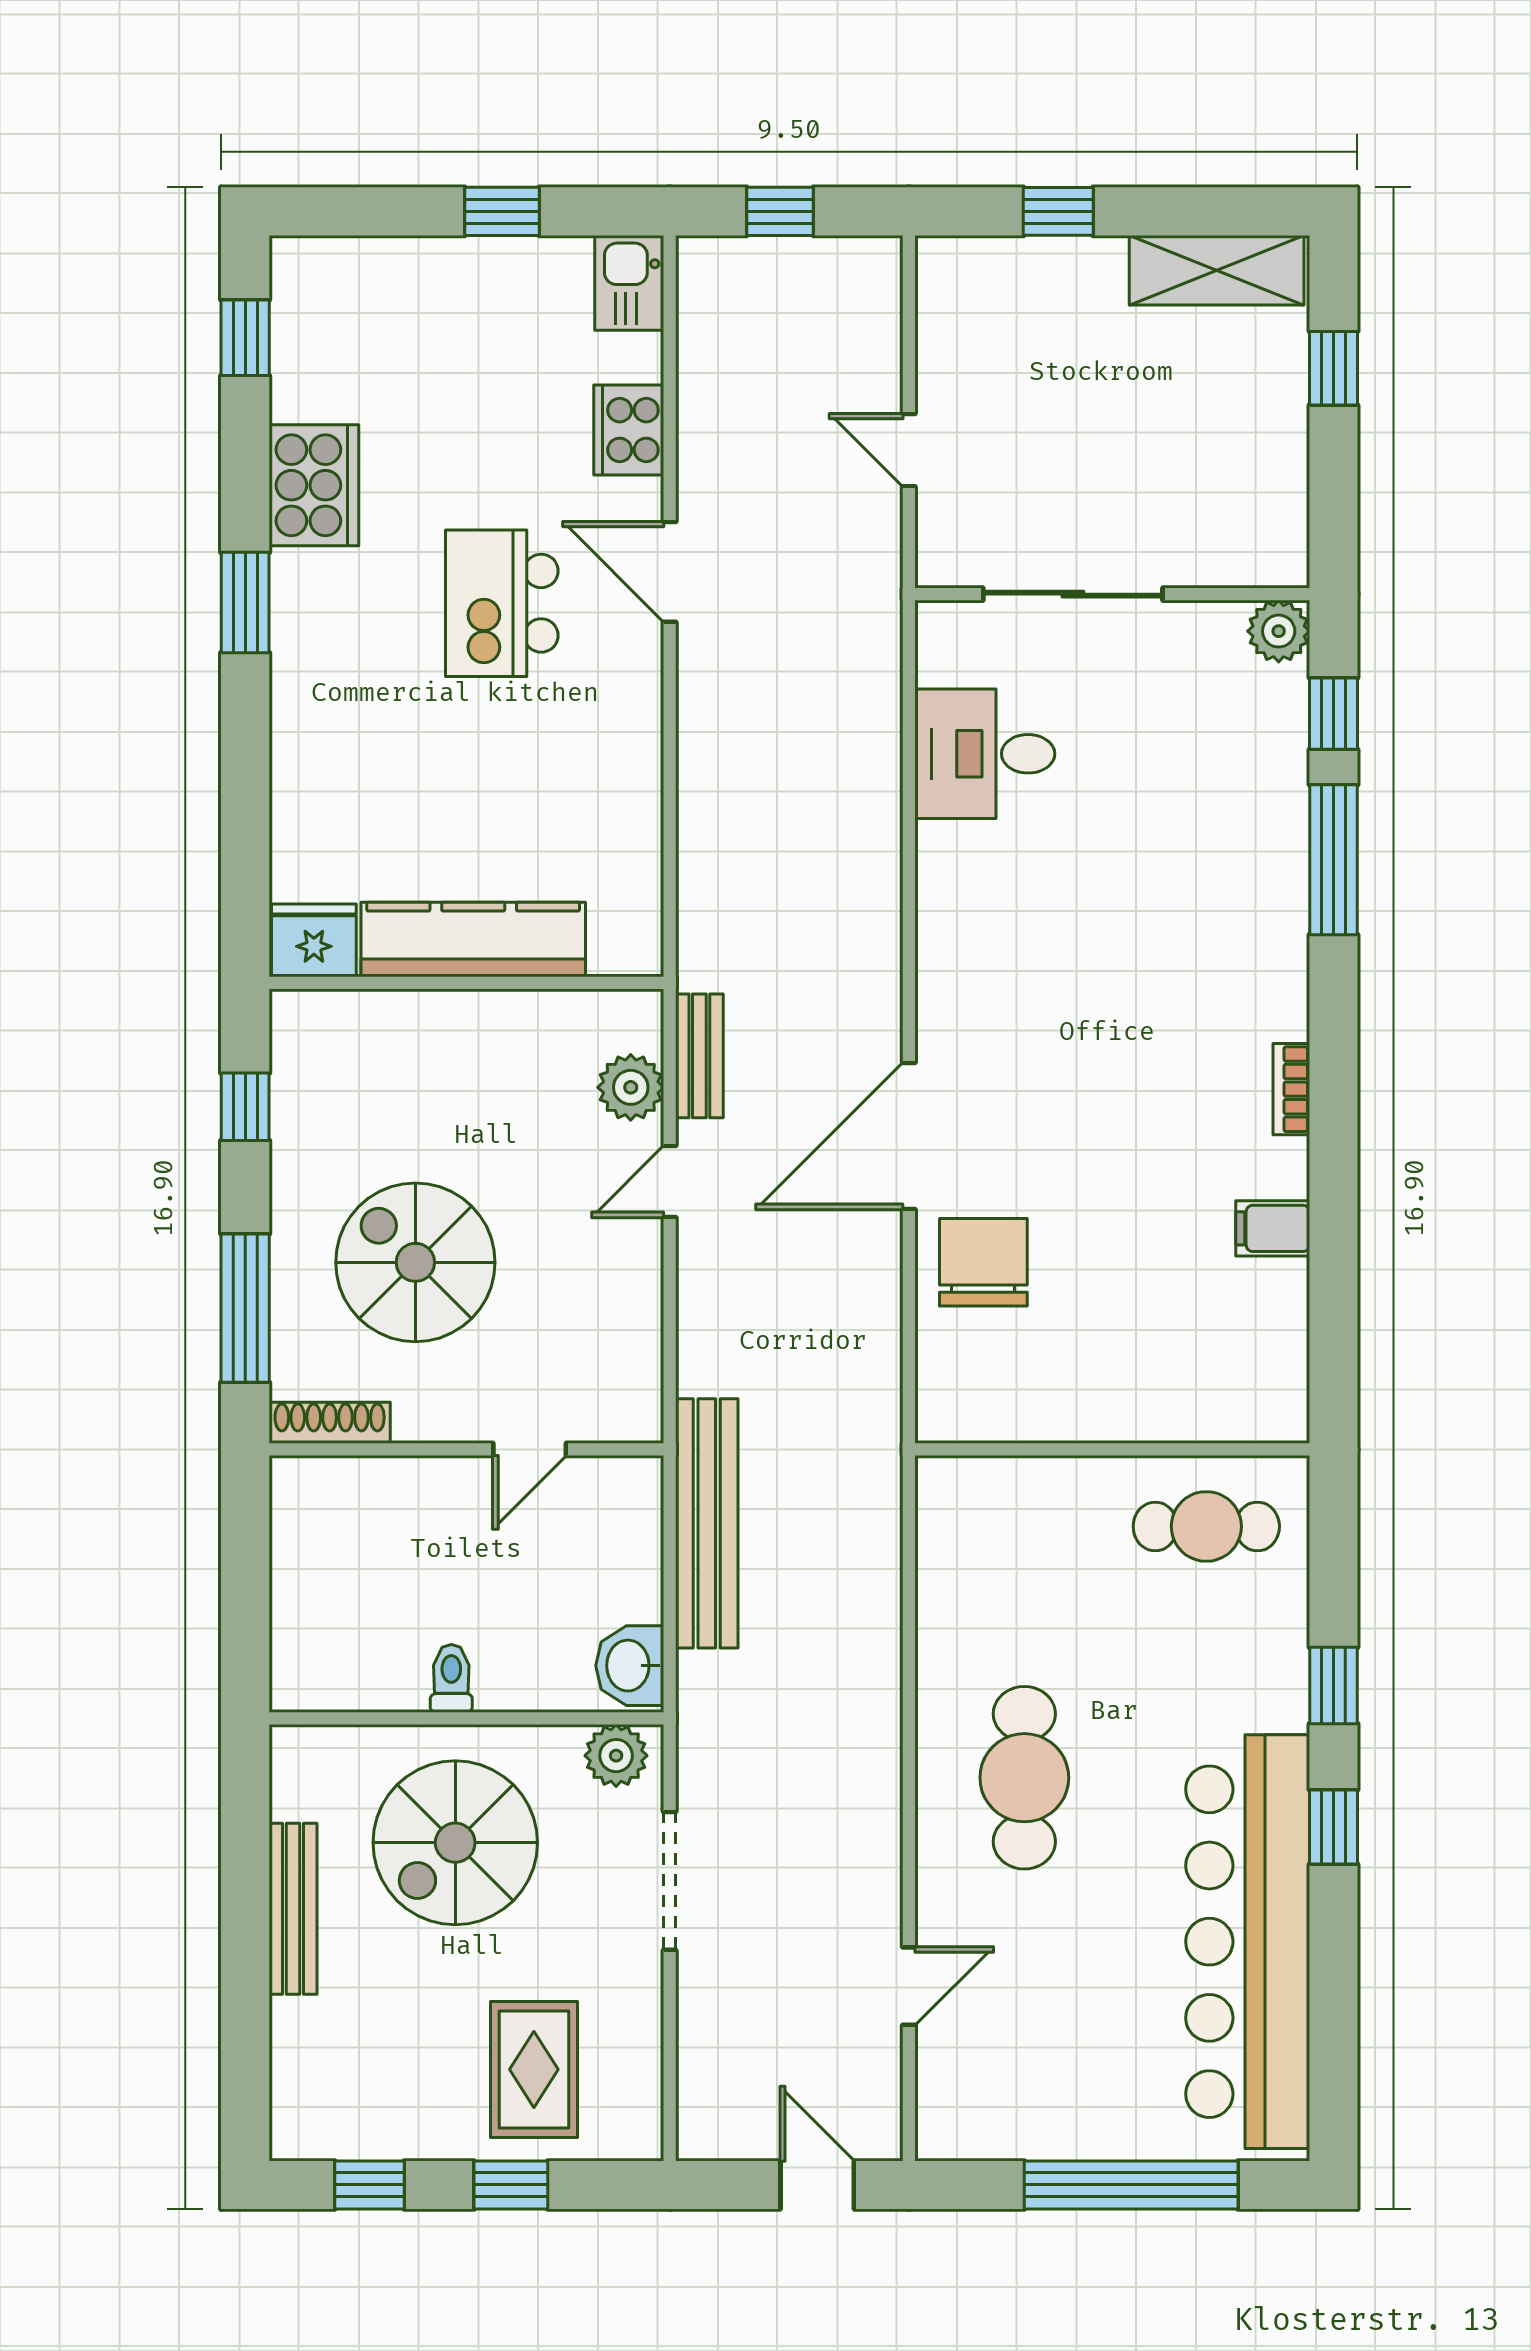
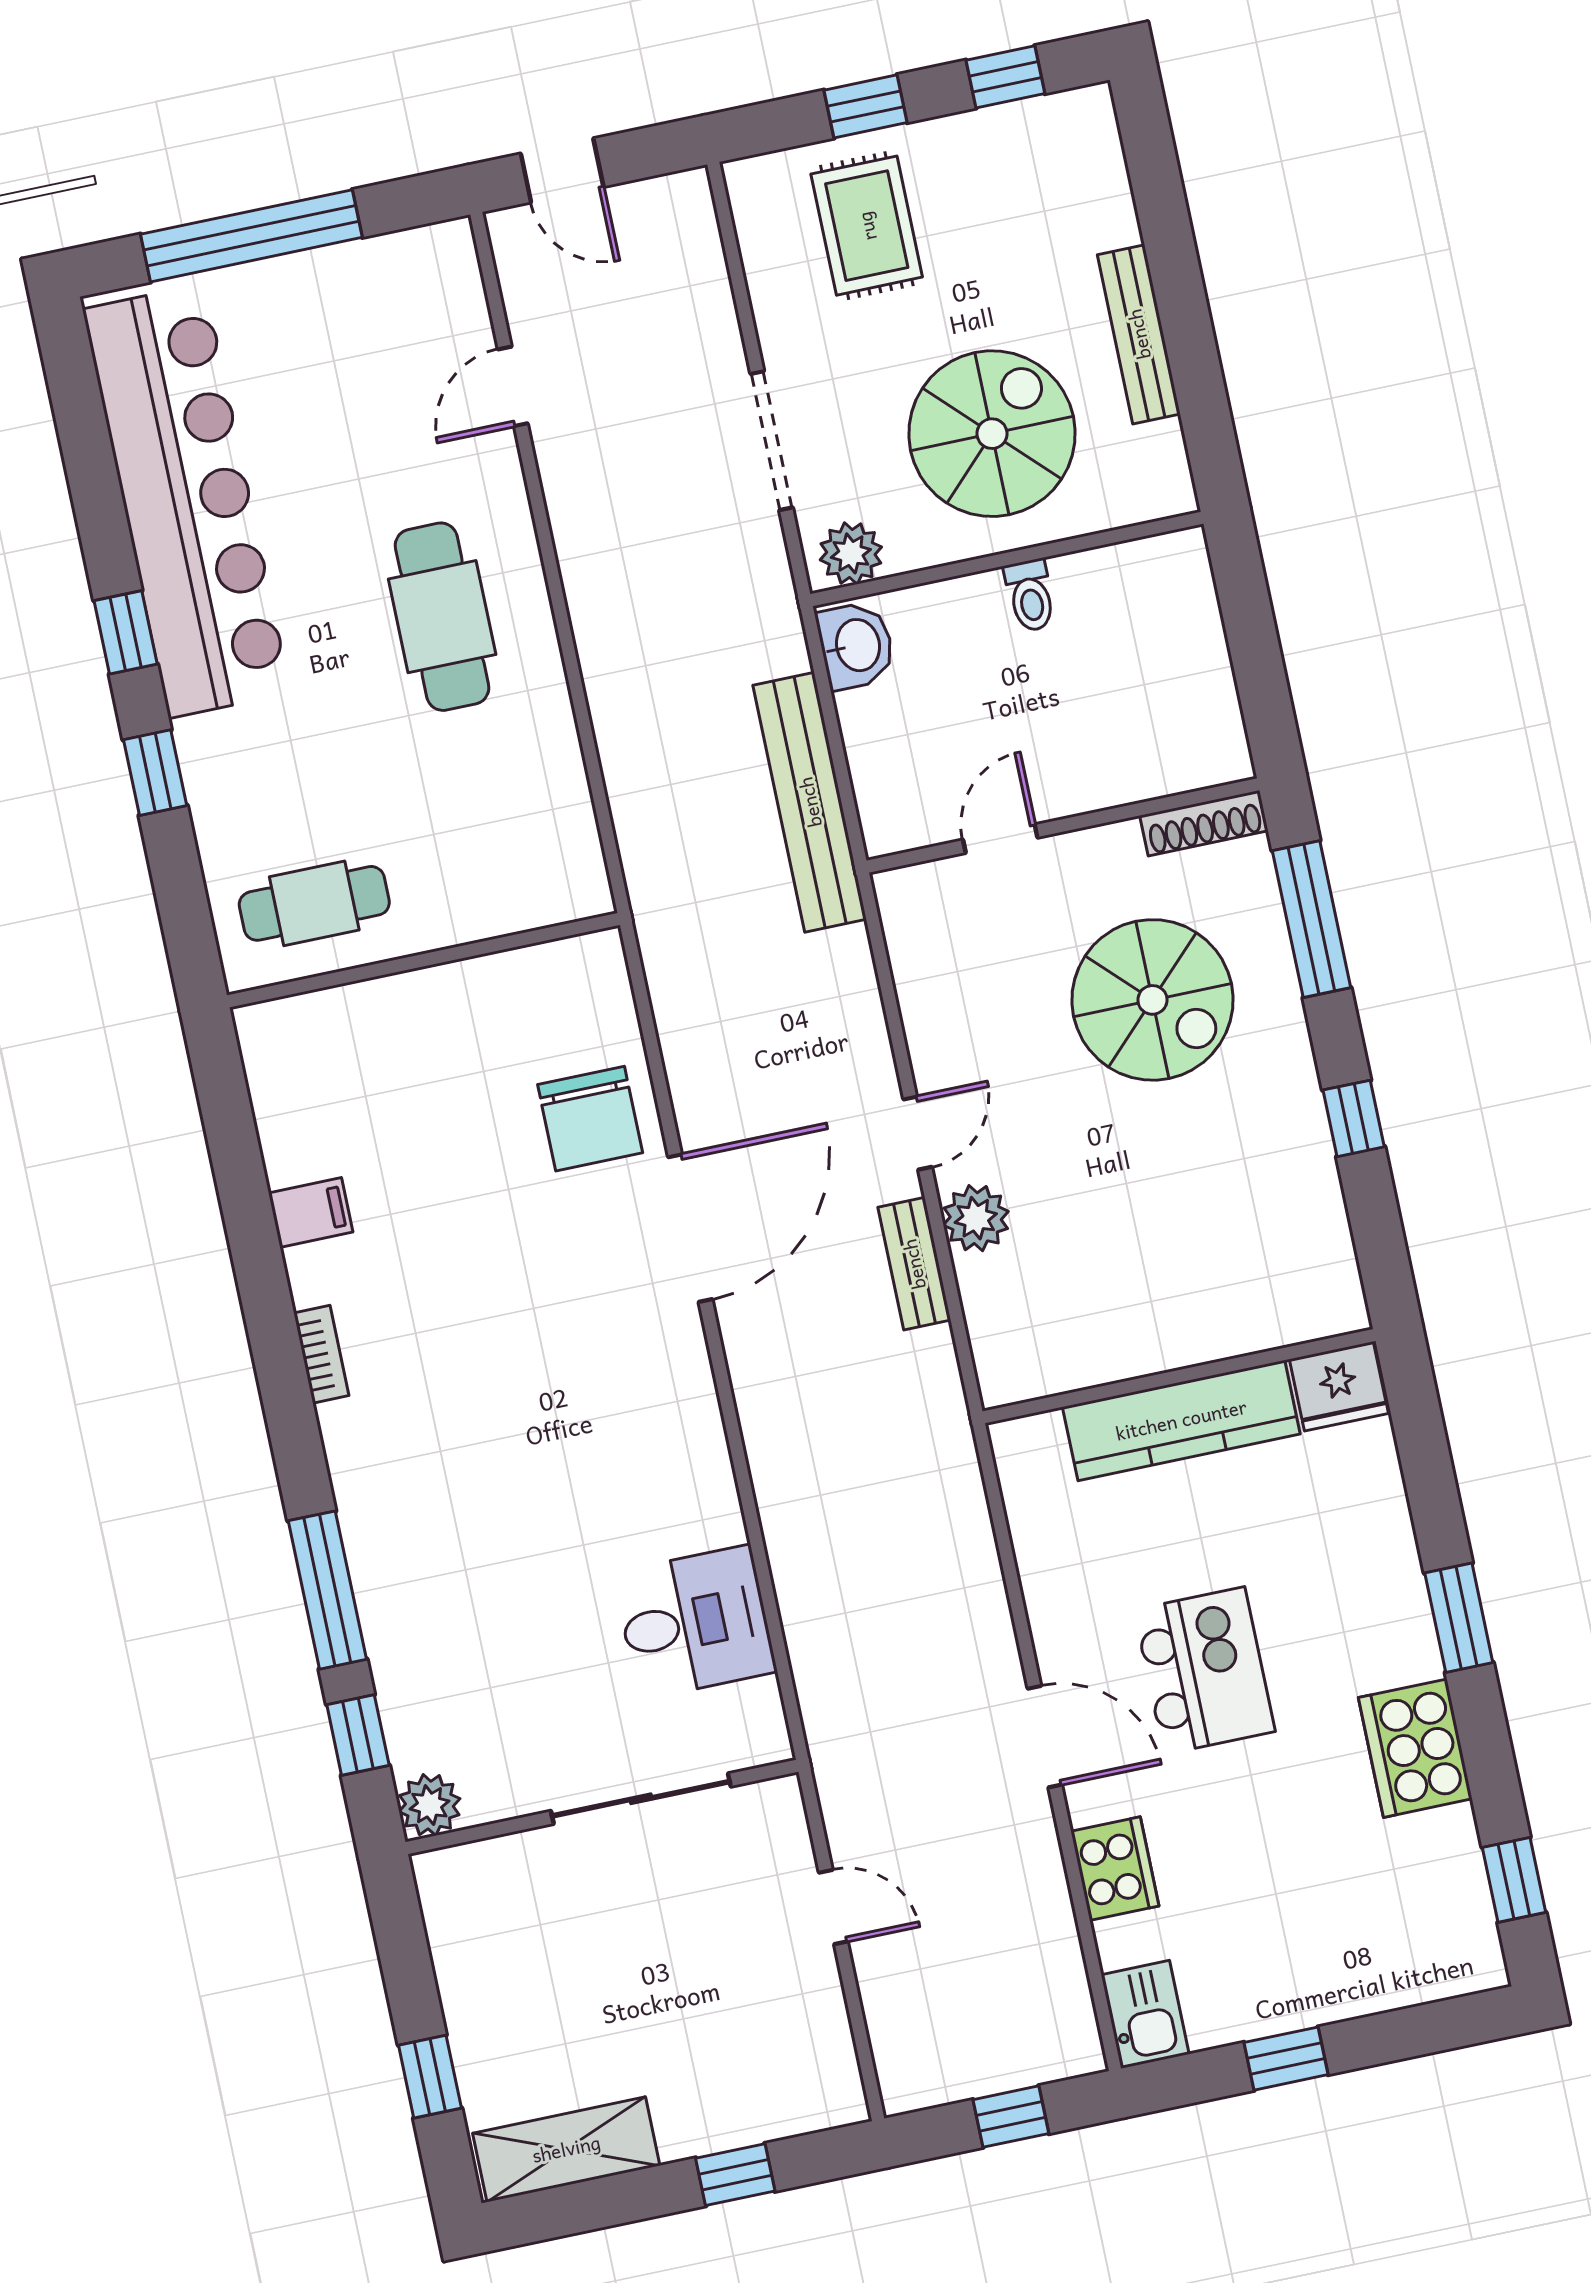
fridge: (314, 940) -> (1339, 1386), moved
kitchen counter: (473, 940) -> (1181, 1420), moved
wall: (466, 983) -> (1179, 1376), moved

